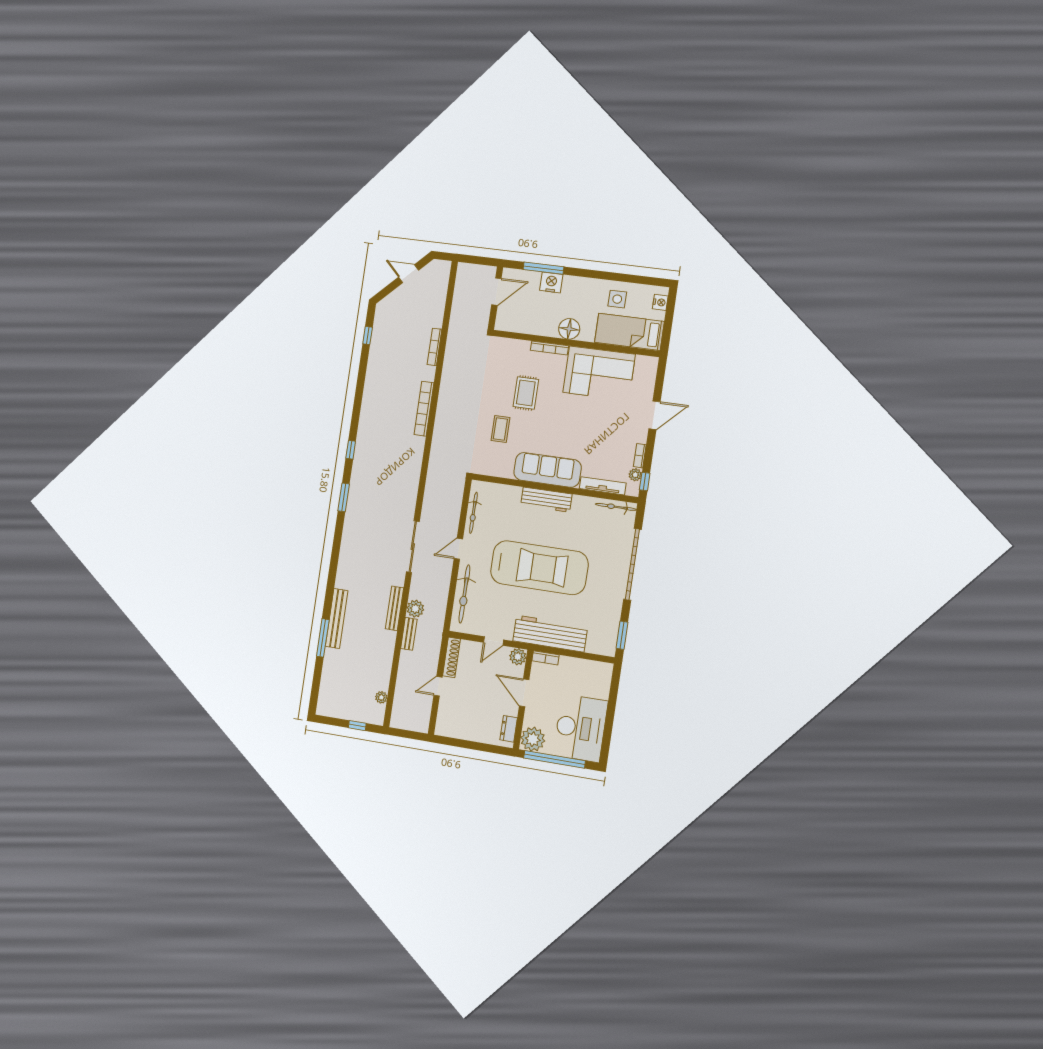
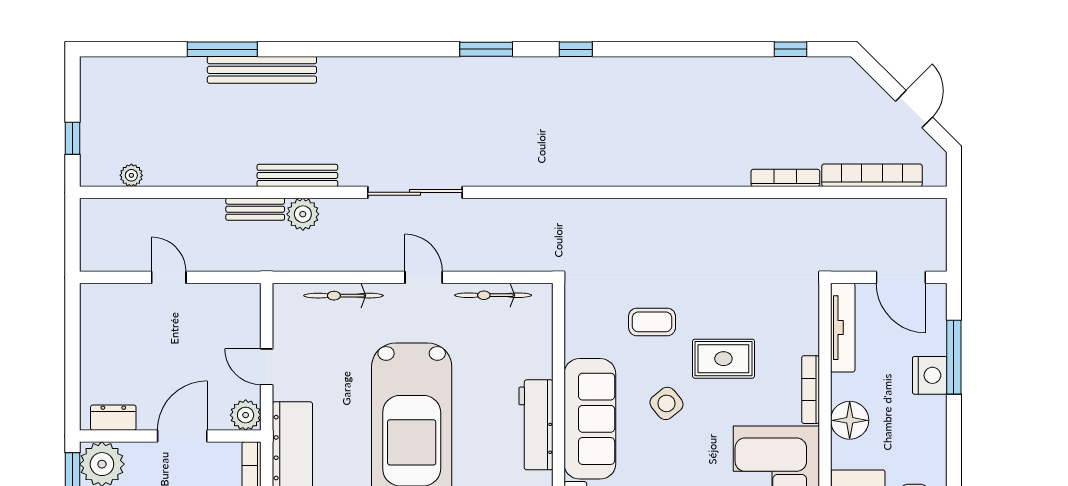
tv unit: (519, 326) -> (843, 328), added
bookcase: (424, 409) -> (872, 175), moved
side table: (545, 427) -> (666, 403), added
bicycle: (464, 594) -> (343, 296), width x0.73, depth x0.71
shoe rack: (451, 657) -> (225, 294), removed

